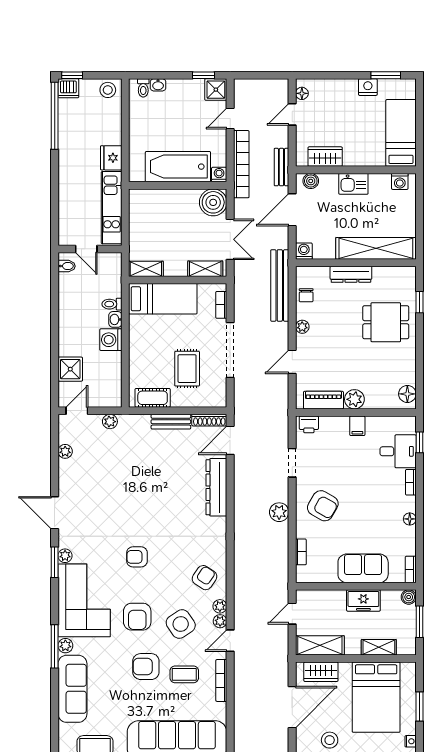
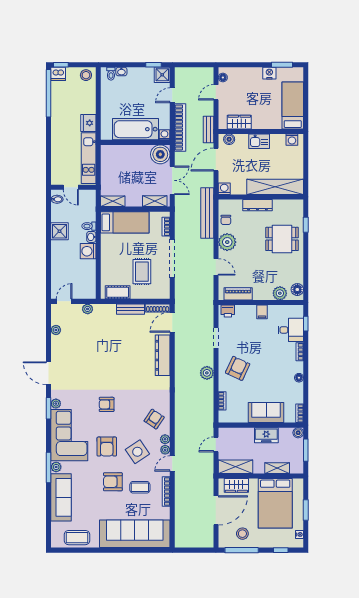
plant: (302, 327) -> (227, 242), width x1.87, depth x1.87
door: (292, 362) -> (216, 267), swing flipped
shower: (70, 369) -> (60, 231), moved
plant: (354, 399) -> (280, 293), moved
armchair: (323, 506) -> (238, 368), turned -95

